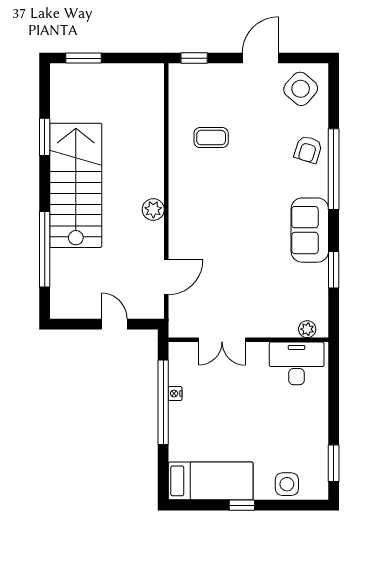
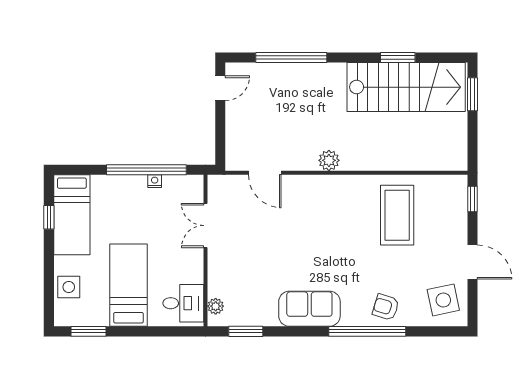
side table: (301, 89) -> (443, 300), turned 37
coffee table: (211, 138) -> (397, 215), width x1.86, depth x1.72
stairs: (76, 185) -> (406, 87), moved
window: (334, 270) -> (246, 331), moved
door: (114, 324) -> (220, 88), moved
desk: (297, 363) -> (183, 303), width x0.73
bed: (285, 421) -> (128, 285), added
window: (242, 505) -> (49, 217), moved

